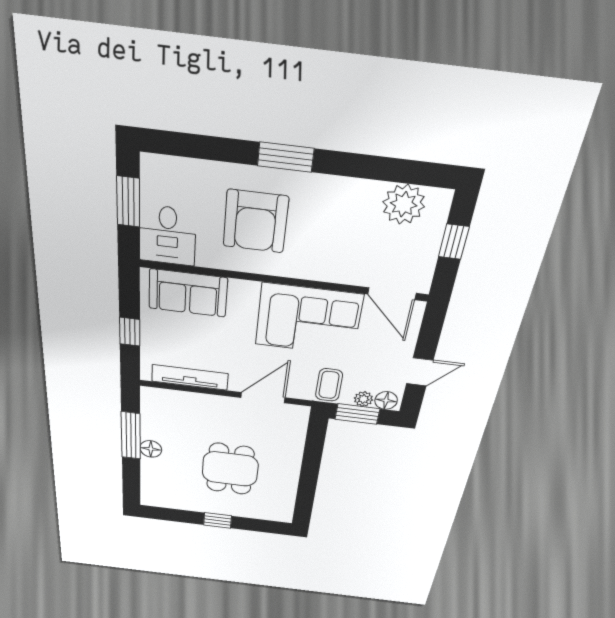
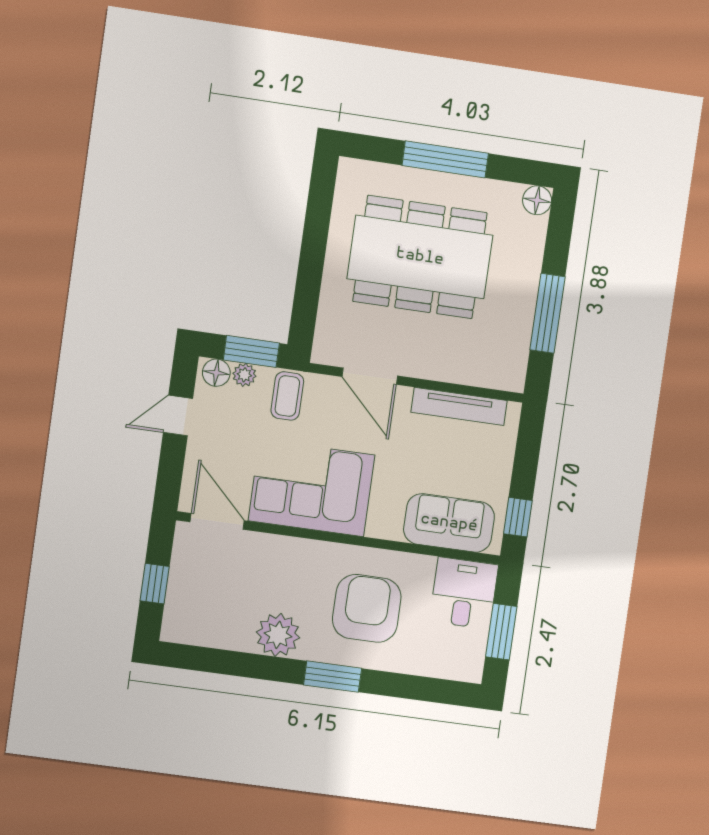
plant: (404, 204) -> (278, 635), moved
window: (130, 332) -> (518, 517), moved
door: (263, 398) -> (370, 376), hinge flipped
floor lamp: (151, 449) -> (537, 200), moved
dining table: (230, 469) -> (420, 257), width x1.88, depth x1.24
window: (218, 520) -> (445, 159), width x2.17

